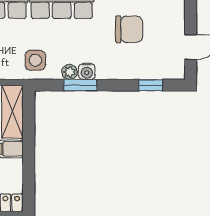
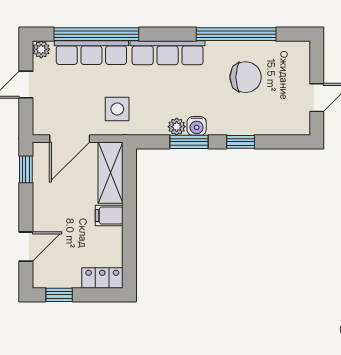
side table: (35, 60) -> (117, 109), moved
window: (151, 85) -> (241, 142), moved

